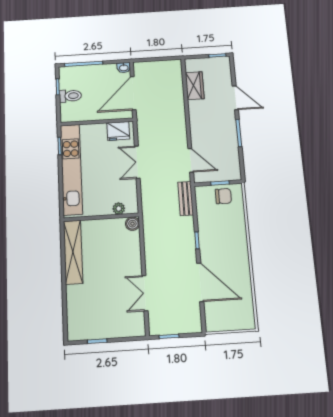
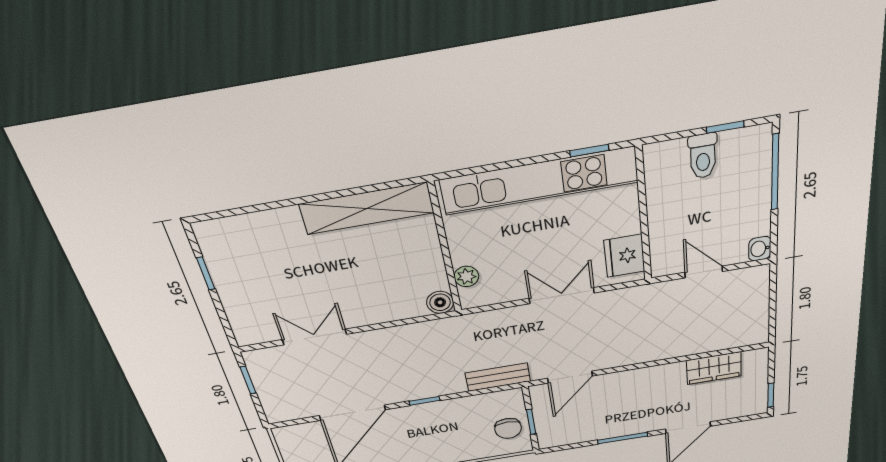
door: (133, 93) -> (704, 272), width x0.53

